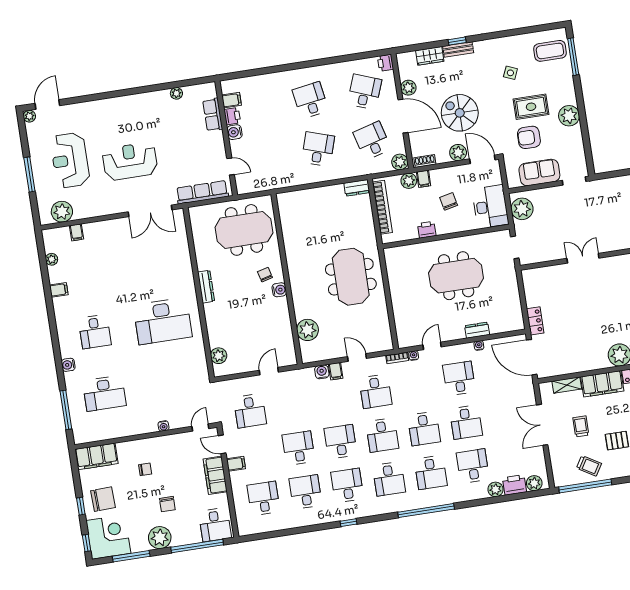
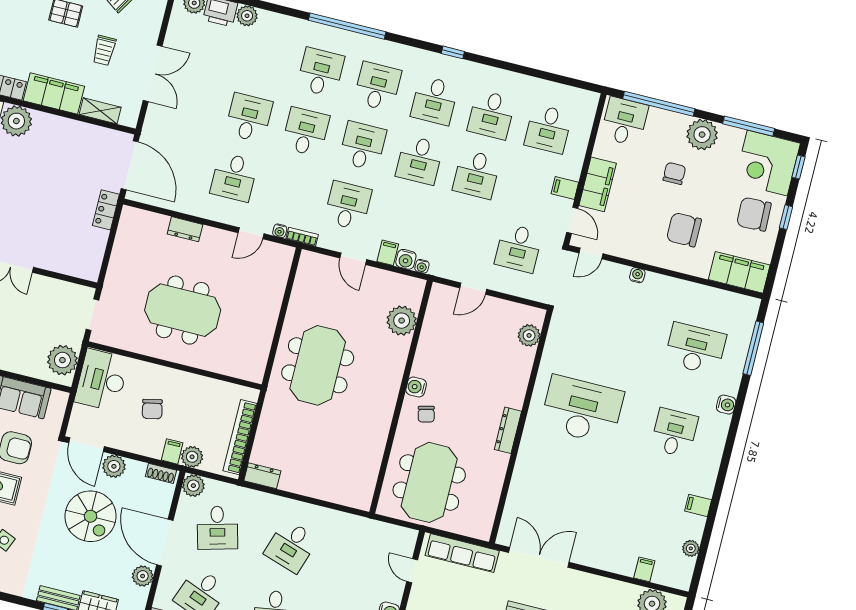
meeting table: (244, 230) -> (429, 482), turned 90
printer: (427, 230) -> (195, 385), removed
water cooler: (479, 345) -> (422, 266), moved
desk: (250, 411) -> (519, 248), turned 180
desk: (473, 466) -> (264, 58), removed
chair: (145, 469) -> (684, 230), width x1.87, depth x1.87

